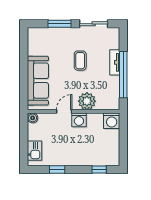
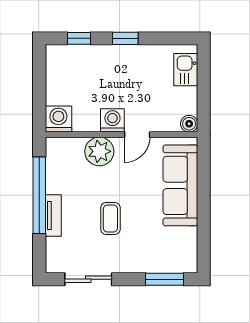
window: (59, 24) -> (165, 279), moved
window: (57, 170) -> (125, 38), moved

